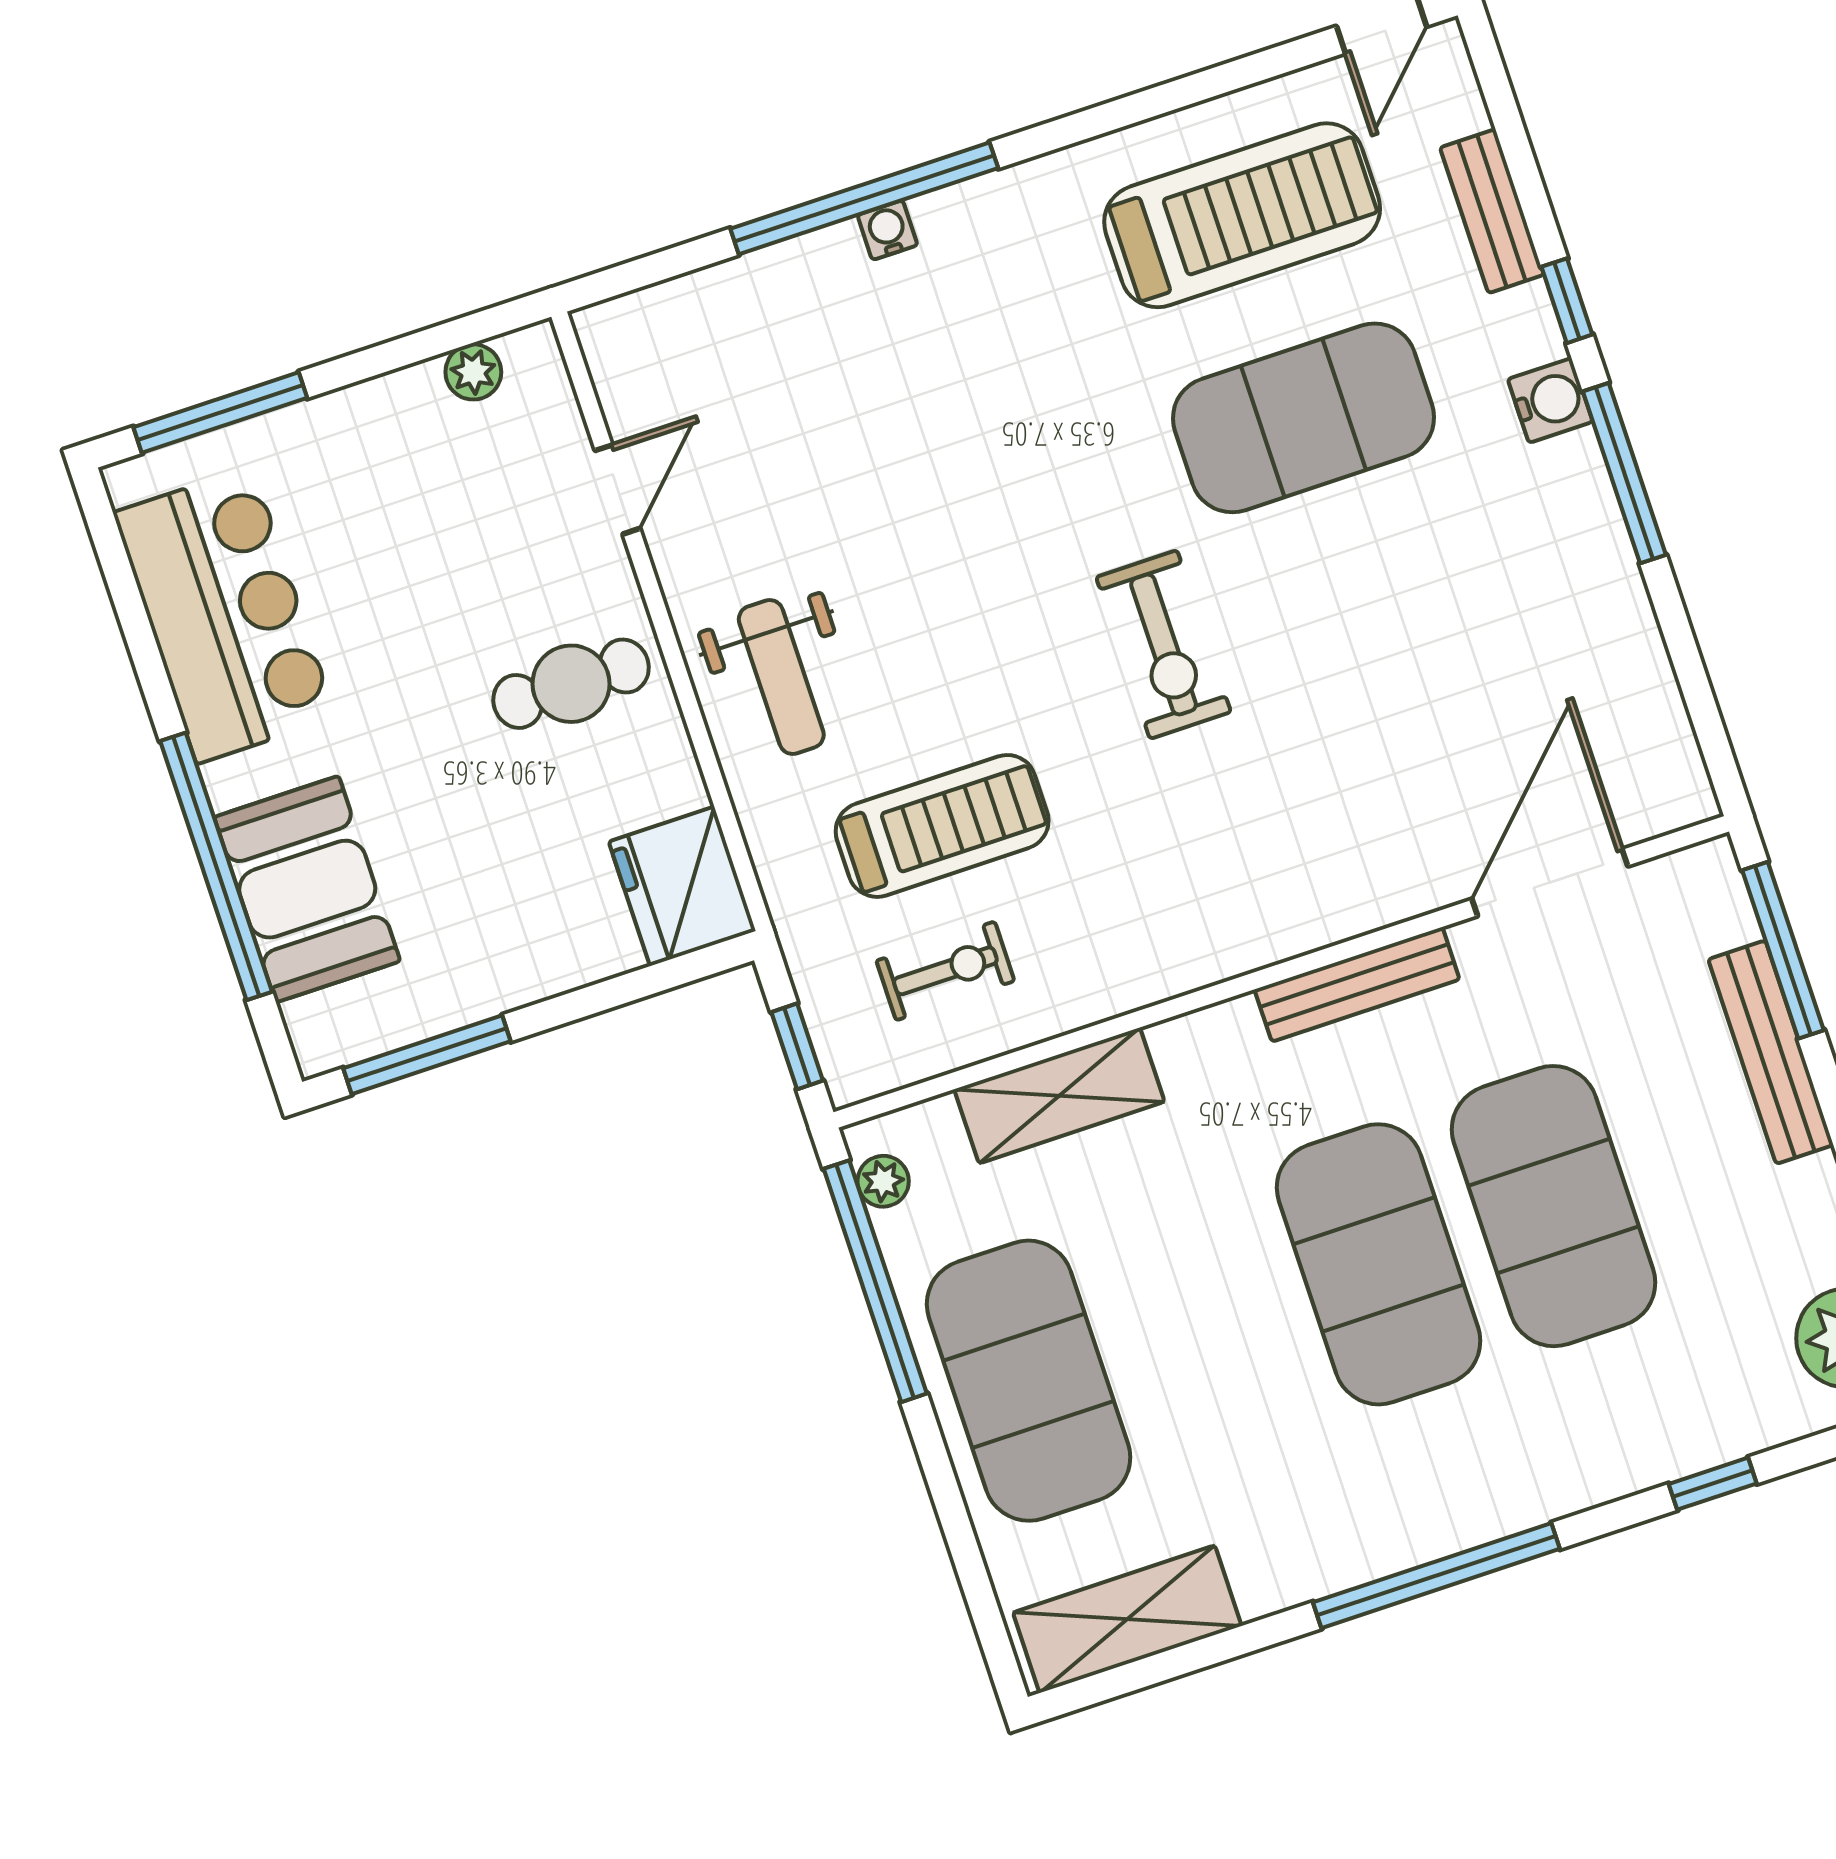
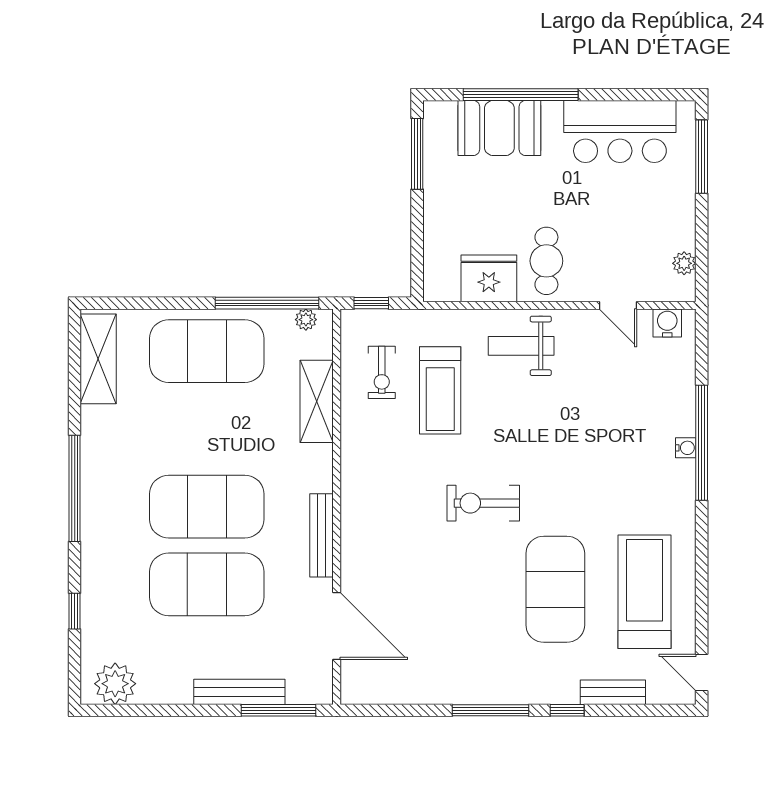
treadmill: (1242, 215) -> (645, 592), turned 180
water cooler: (1550, 400) -> (667, 323), moved, turned 180
fridge: (682, 886) -> (489, 278), moved

